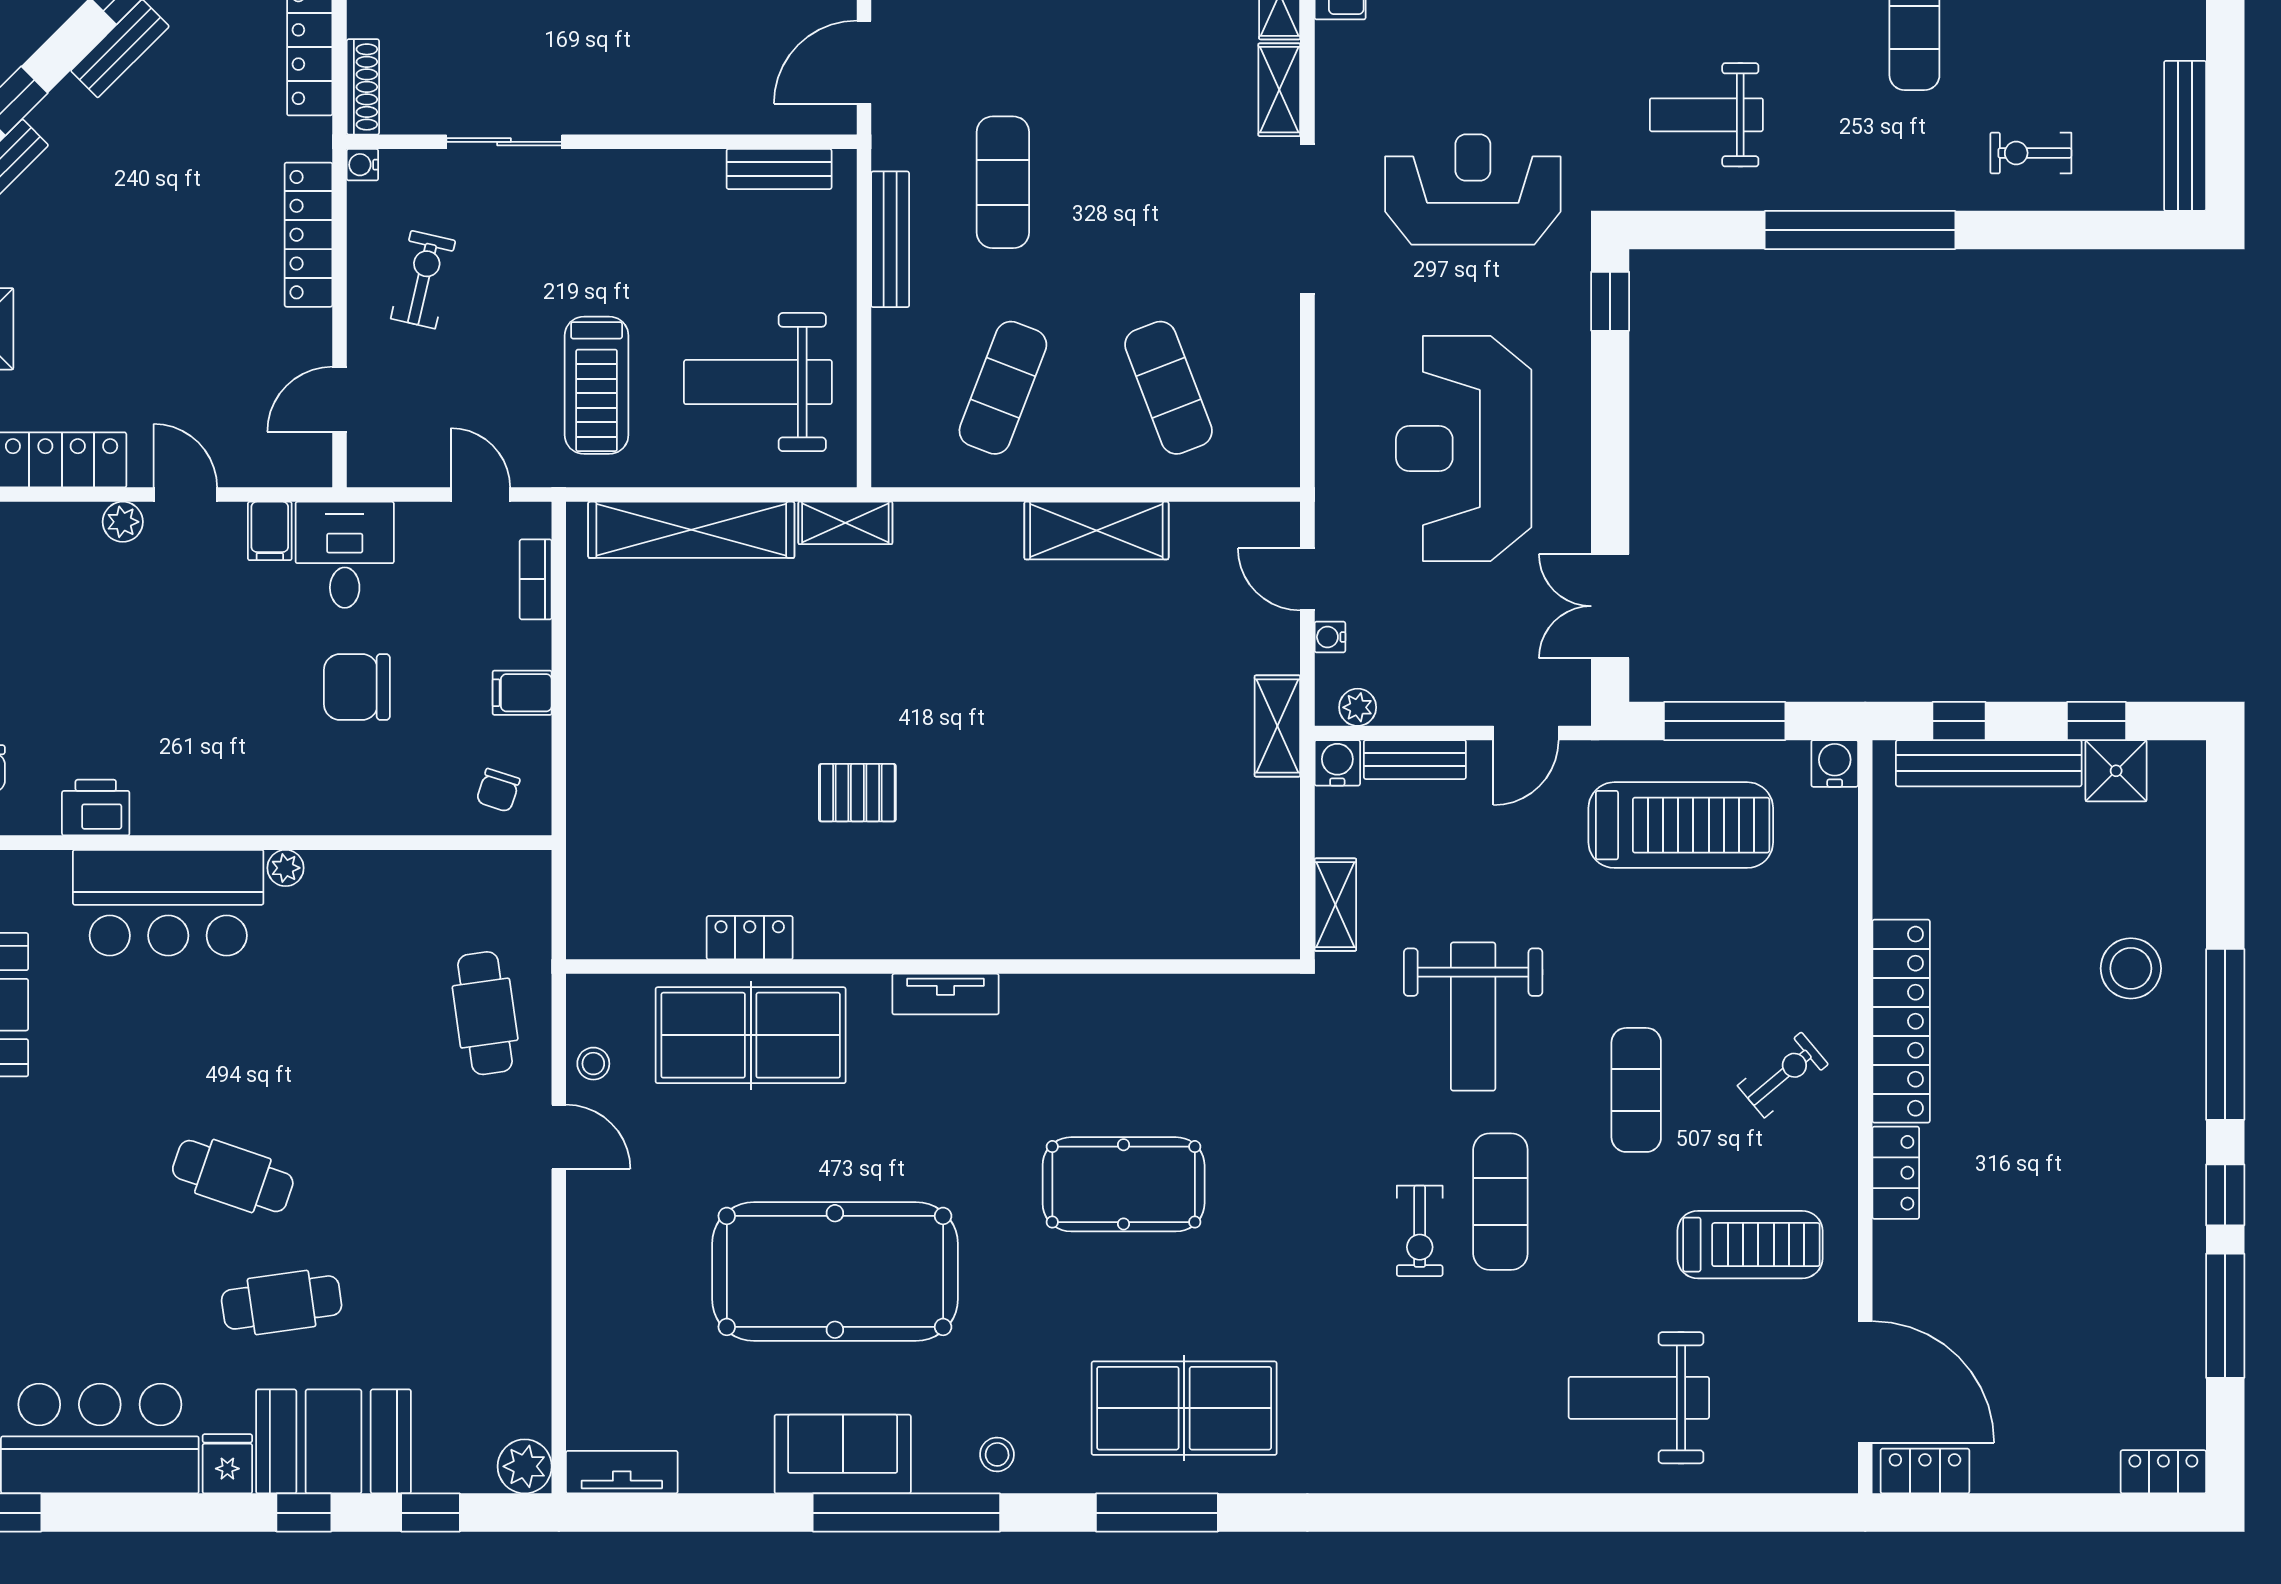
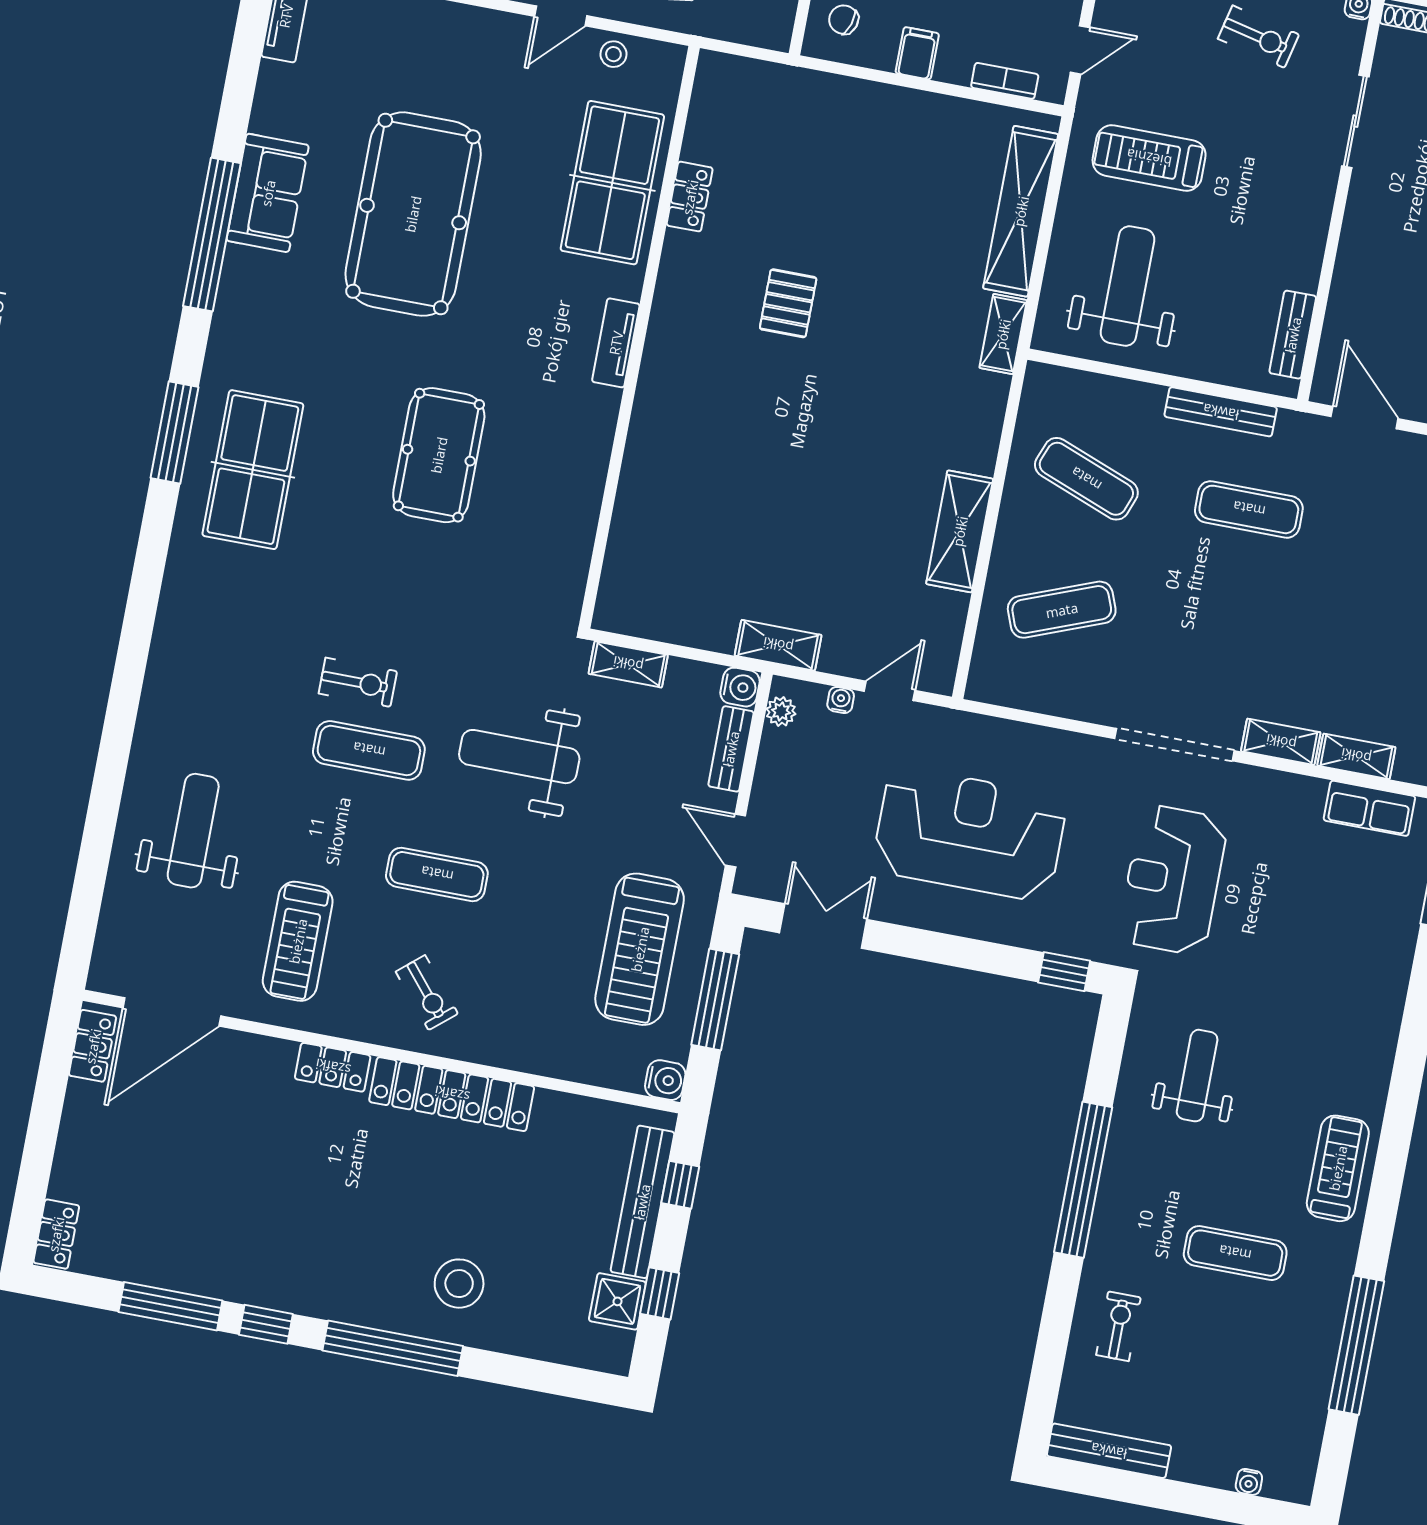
reception desk: (1473, 190) -> (1173, 880), turned 180
exercise bike: (1420, 1231) -> (358, 682), turned 180
stool: (997, 1454) -> (244, 315), removed

